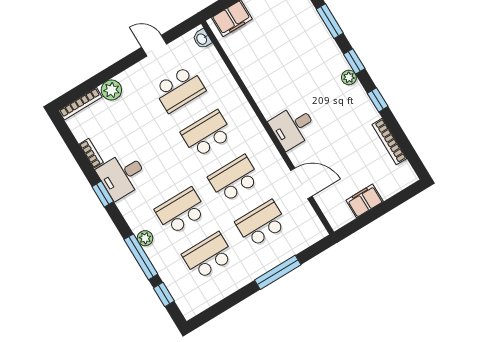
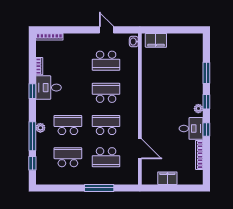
plant: (111, 90) -> (70, 39), removed
desk: (293, 127) -> (191, 128), moved, turned 180
school desk: (261, 224) -> (106, 157), turned 180

